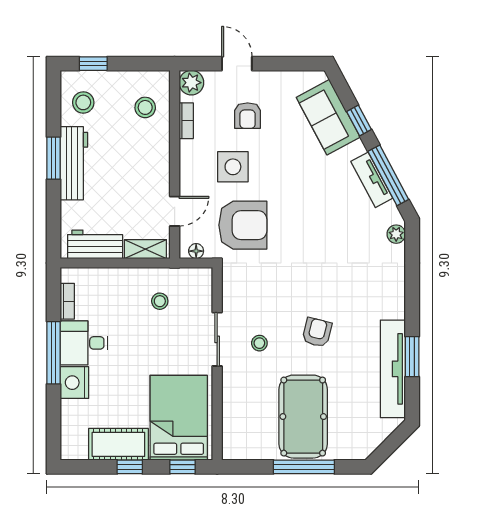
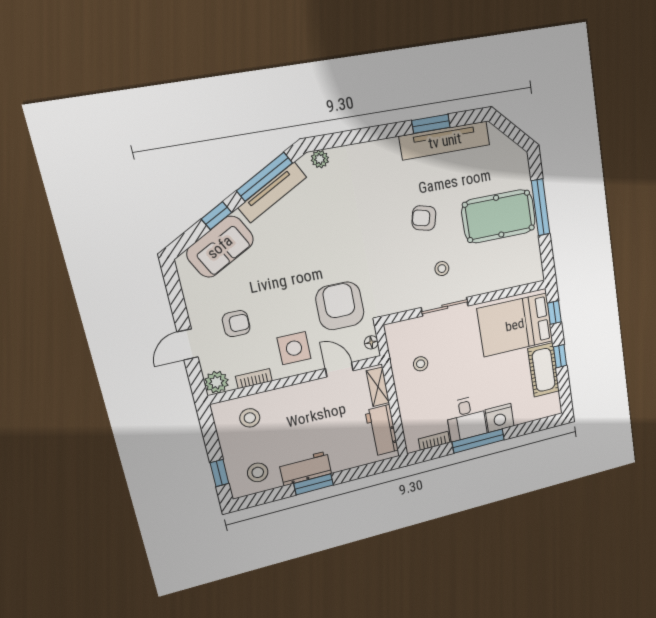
workbench: (74, 163) -> (305, 468), width x0.73
side table: (233, 167) -> (294, 348), moved
tv unit: (372, 180) -> (272, 192), width x1.41

